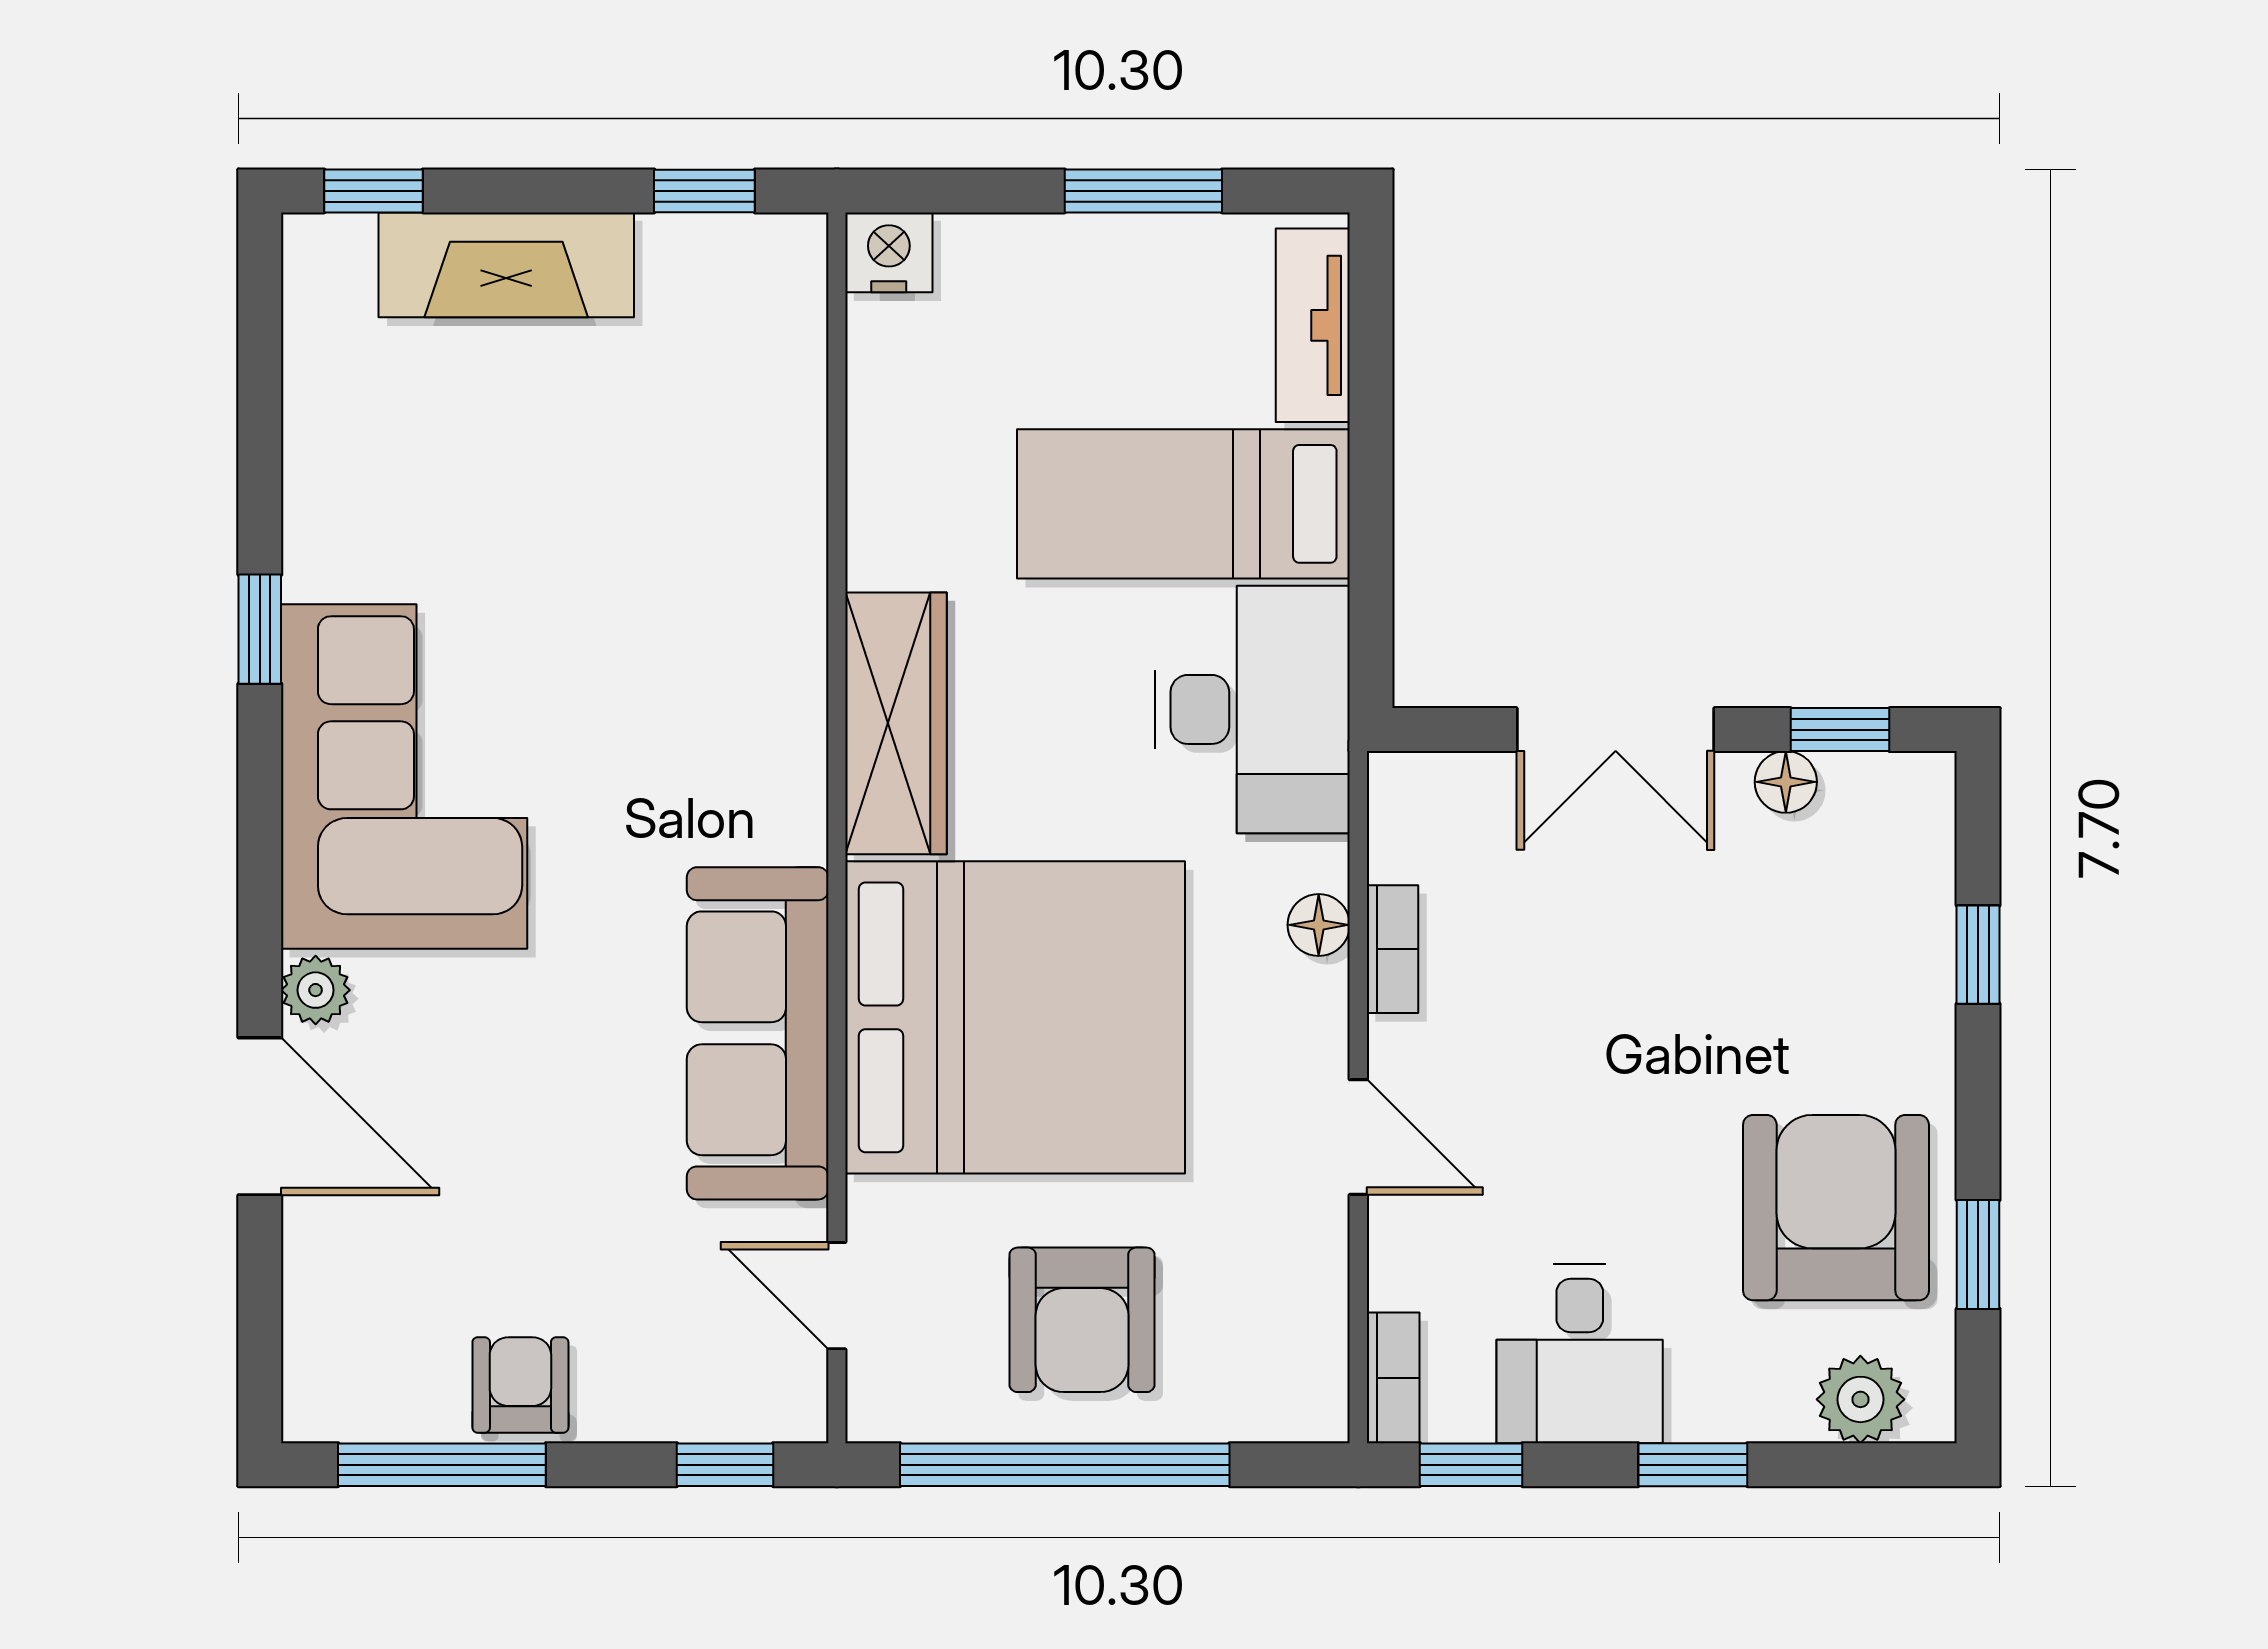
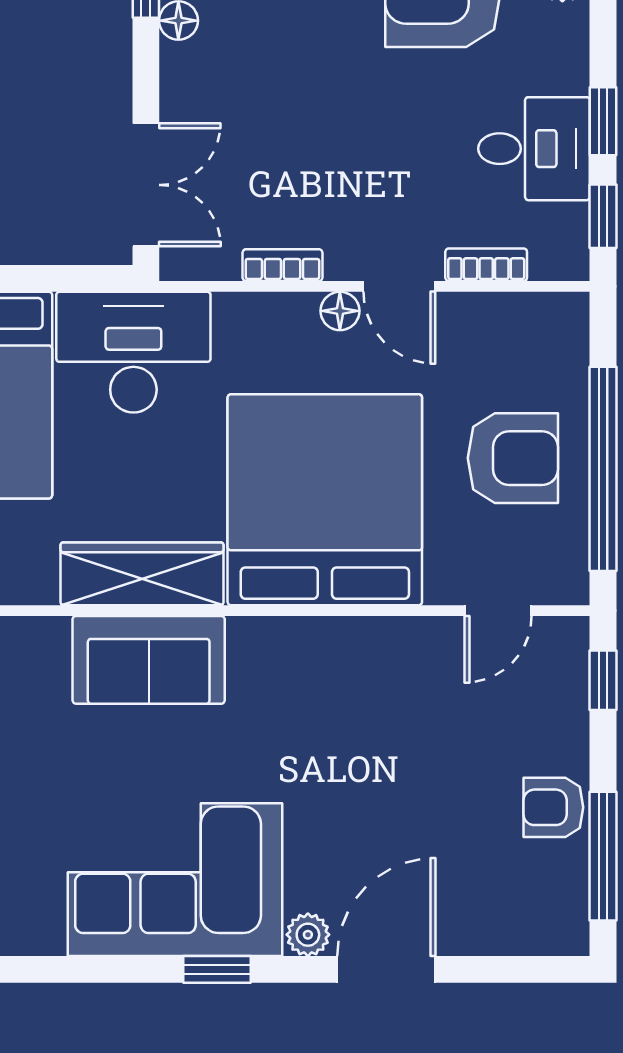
window: (260, 629) -> (217, 969), moved
double door: (1616, 730) -> (146, 185), moved
floor lamp: (1319, 925) -> (340, 311), moved
sofa: (758, 1033) -> (149, 660), moved, width x0.73
door: (1358, 1137) -> (399, 286), swing flipped
bookcase: (1393, 1378) -> (486, 265), moved
window: (1693, 1465) -> (603, 121), moved

